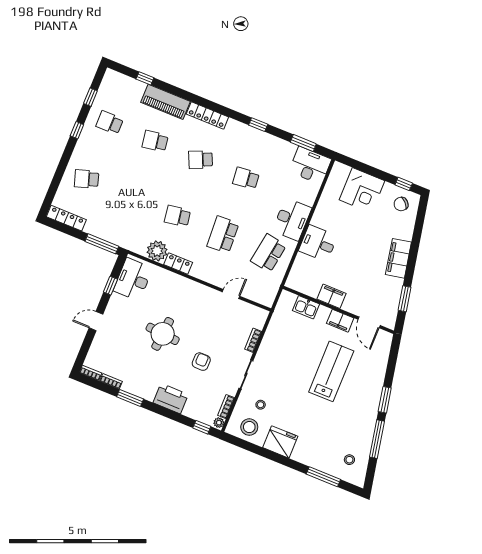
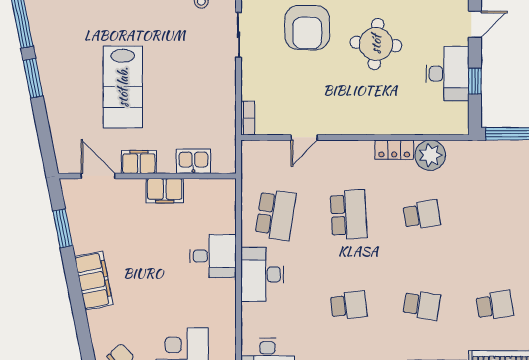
school desk: (201, 160) -> (422, 305), turned 33
desk: (133, 279) -> (447, 74), moved
bookcase: (253, 340) -> (248, 118), moved
armchair: (201, 362) -> (307, 28), width x1.88, depth x1.88

